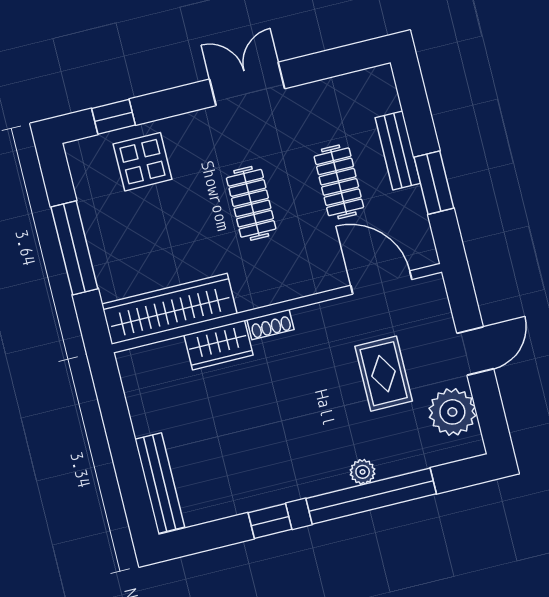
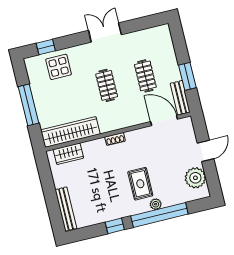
bench: (398, 150) -> (180, 98), moved
wardrobe: (218, 345) -> (68, 154), moved
rug: (384, 374) -> (140, 184), moved

